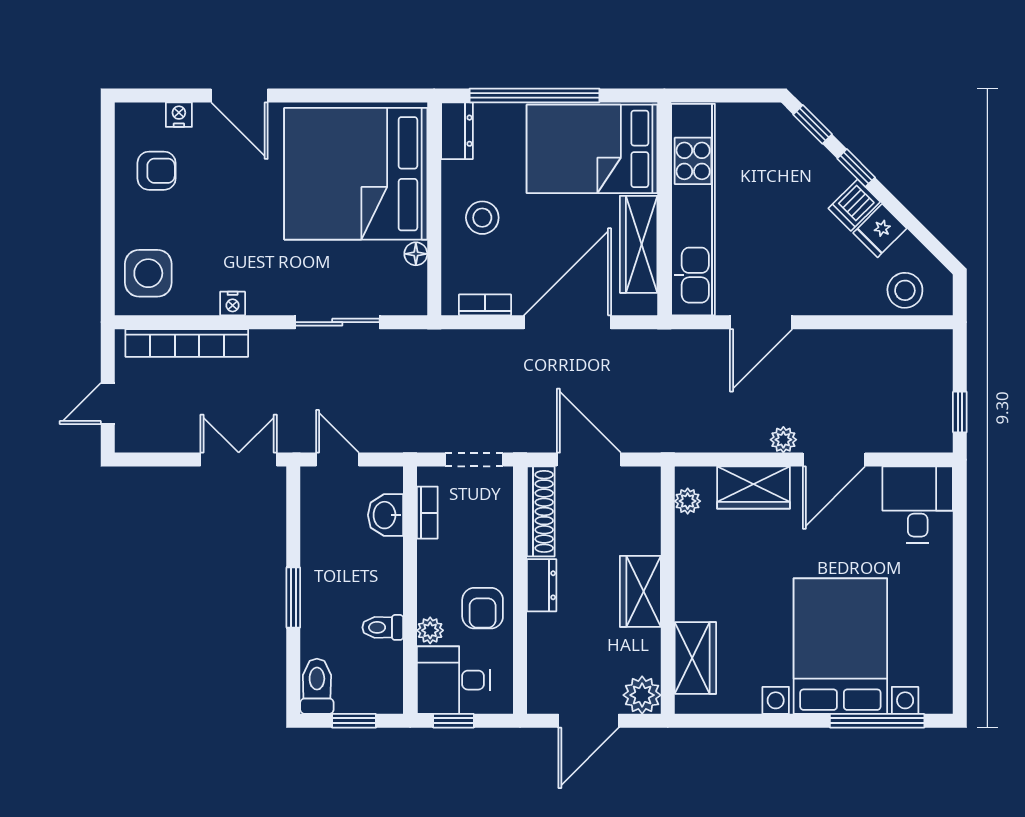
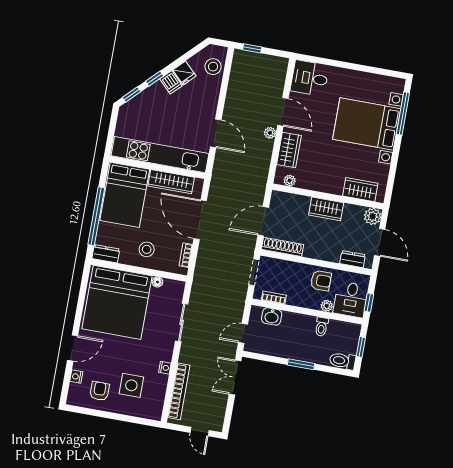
side table: (148, 273) -> (131, 385), moved
window: (960, 412) -> (252, 48), moved
dresser: (542, 585) -> (353, 259), moved

